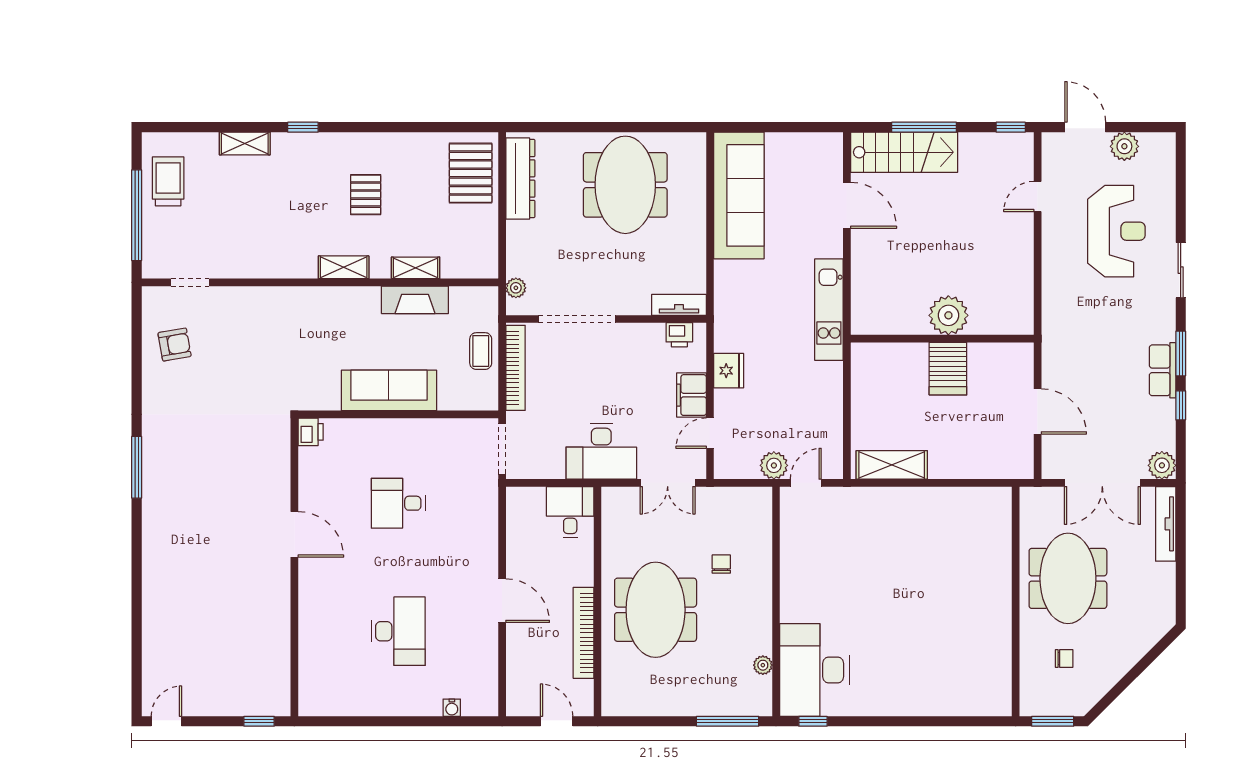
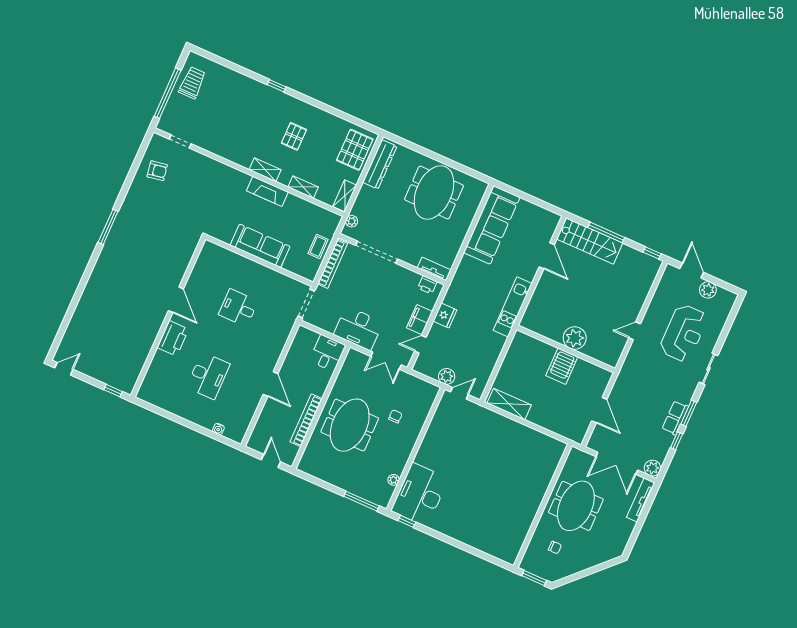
shelving: (245, 143) -> (345, 196), moved, turned 90
door: (1038, 196) -> (635, 331), moved
fireplace: (415, 300) -> (267, 191), moved
printer: (311, 432) -> (173, 338), moved, width x1.87, depth x1.48

